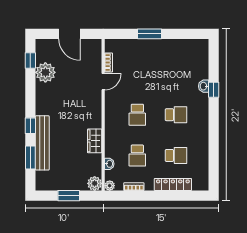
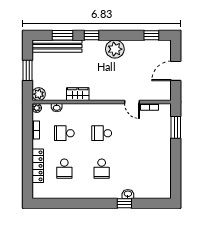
window: (150, 34) -> (176, 127), moved
plant: (45, 72) -> (115, 49), moved
bench: (42, 143) -> (57, 46), moved

